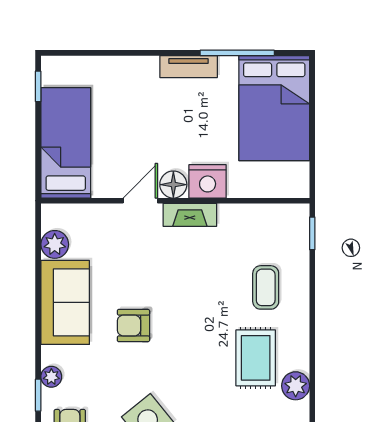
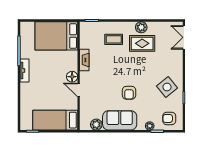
bed: (274, 108) -> (56, 36), moved, turned 180
nightstand: (208, 181) -> (71, 63), removed
fireplace: (190, 215) -> (84, 60), moved
plant: (296, 386) -> (141, 27), moved

